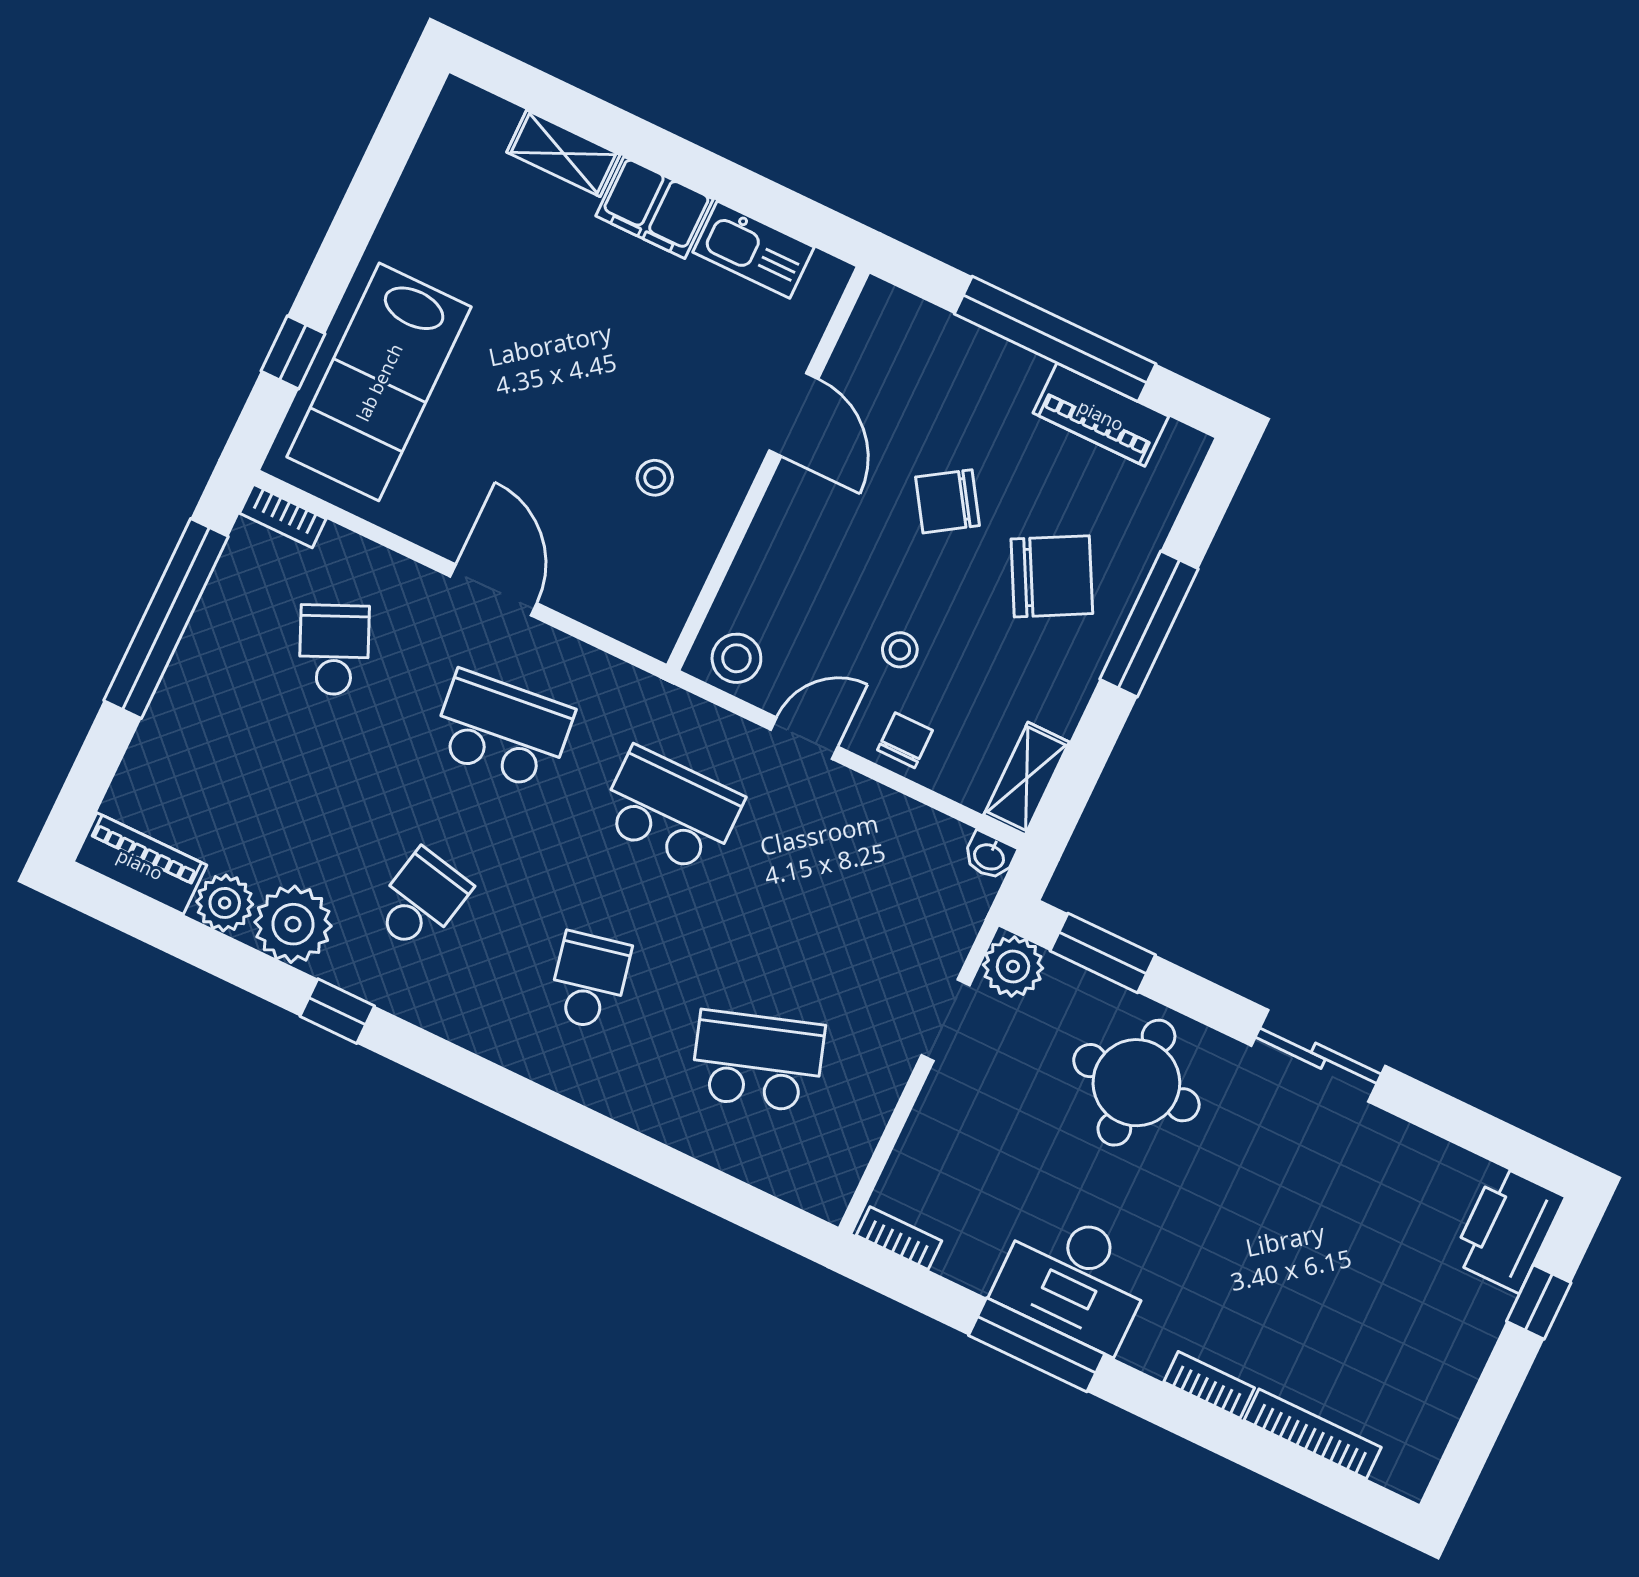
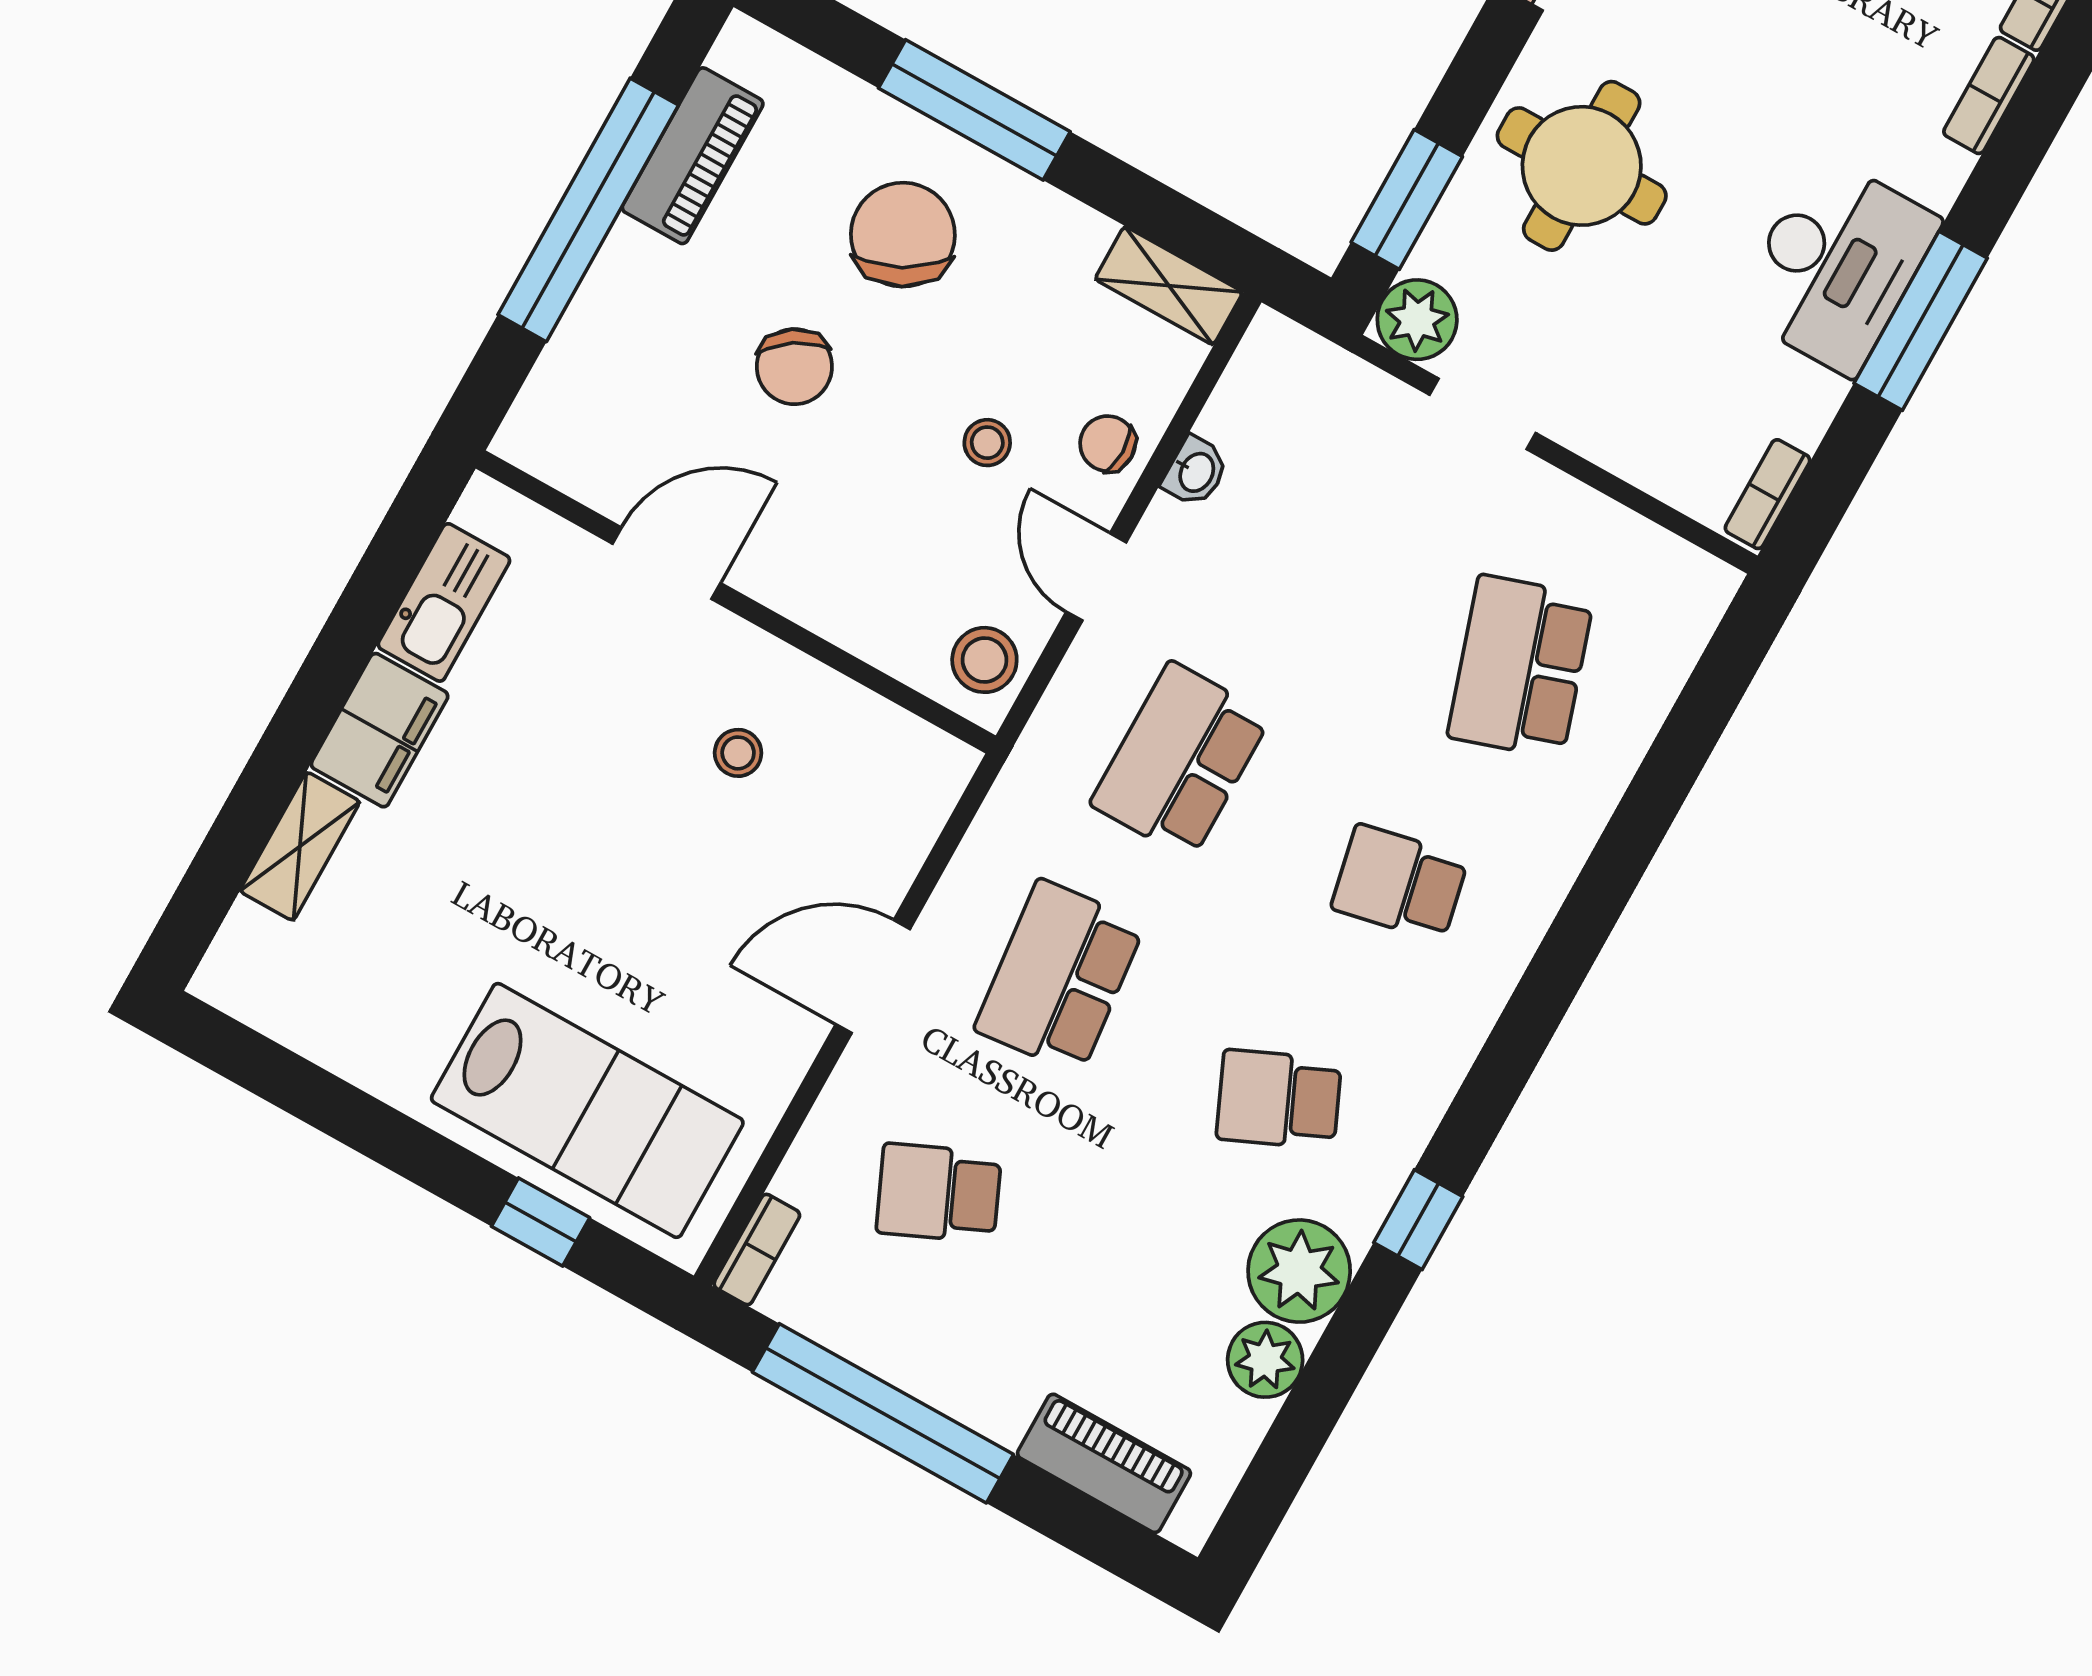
washbasin: (989, 856) -> (1196, 472), moved
piano: (140, 864) -> (1104, 1463), moved, turned 90
school desk: (421, 901) -> (1279, 1099), turned -36

